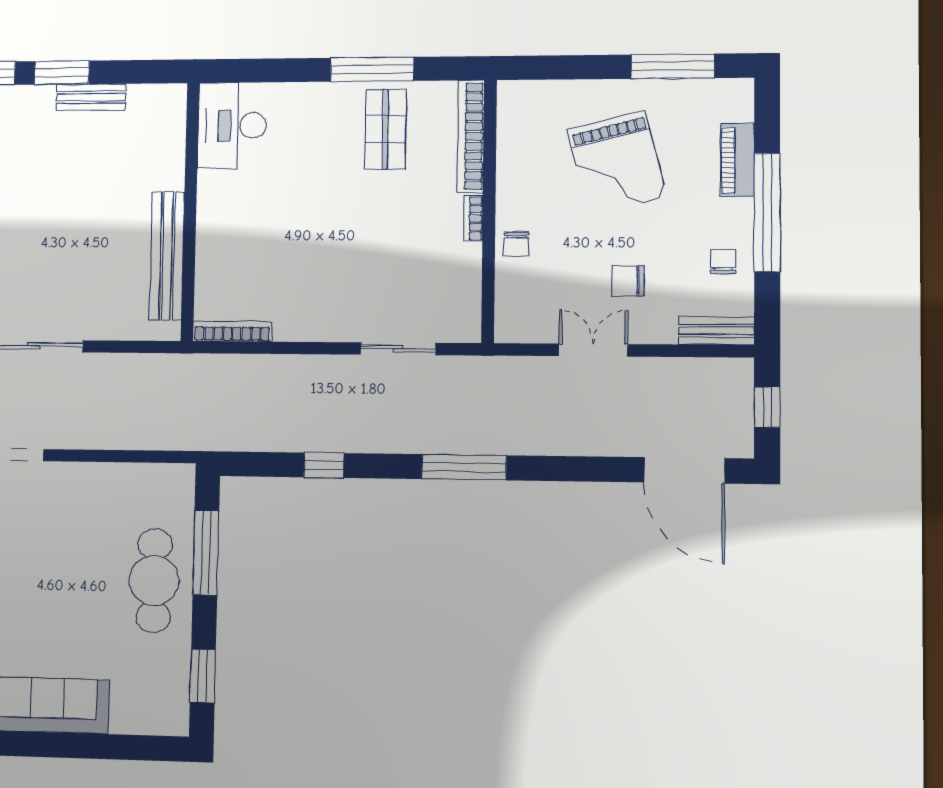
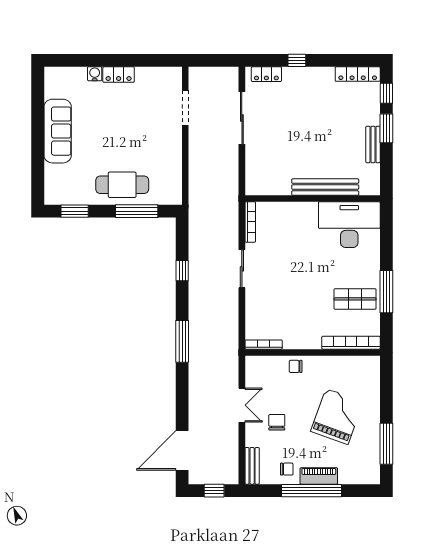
desk: (232, 125) -> (349, 225), width x1.36, depth x1.30
piano: (737, 160) -> (319, 476), moved
grand piano: (617, 163) -> (337, 416), turned 124
bookcase: (473, 218) -> (264, 345), moved, width x1.56
bench: (167, 256) -> (325, 187), moved
sliding door: (398, 349) -> (242, 269), moved

